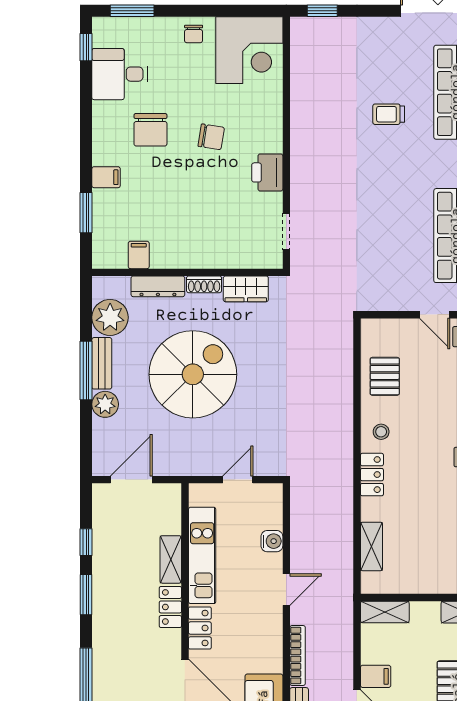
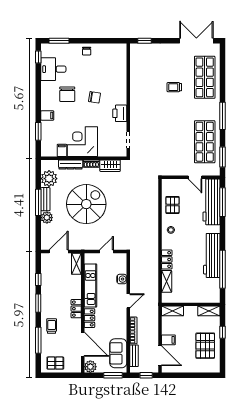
corner desk: (249, 50) -> (82, 142), moved, turned 180
locker: (372, 475) -> (167, 259), moved
shelving: (171, 559) -> (76, 264), moved
trolley: (116, 646) -> (52, 326), added

